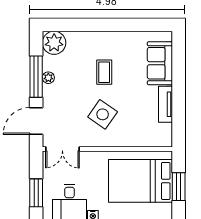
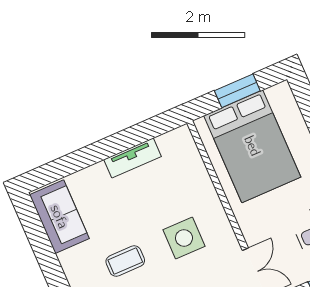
sofa: (160, 63) -> (59, 217), moved, turned -90
side table: (103, 114) -> (184, 238), turned -35

